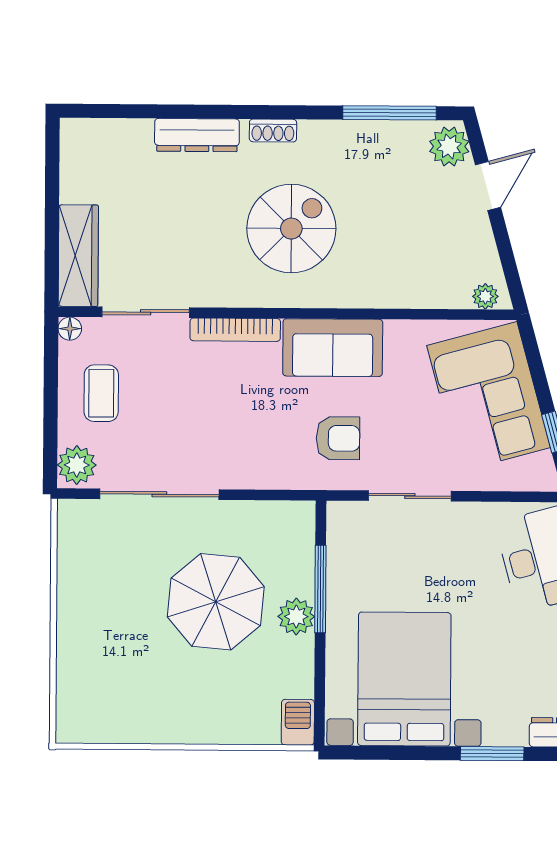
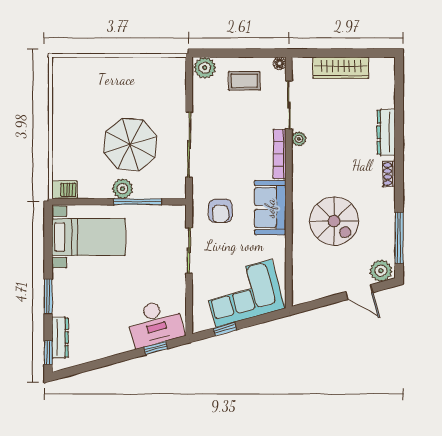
spiral stairs: (291, 229) -> (334, 221), moved
wardrobe: (78, 256) -> (341, 68), moved
plant: (485, 296) -> (299, 139), moved
sliding door: (159, 494) -> (189, 145), moved
bed with nightstands: (404, 679) -> (89, 237), width x0.73

